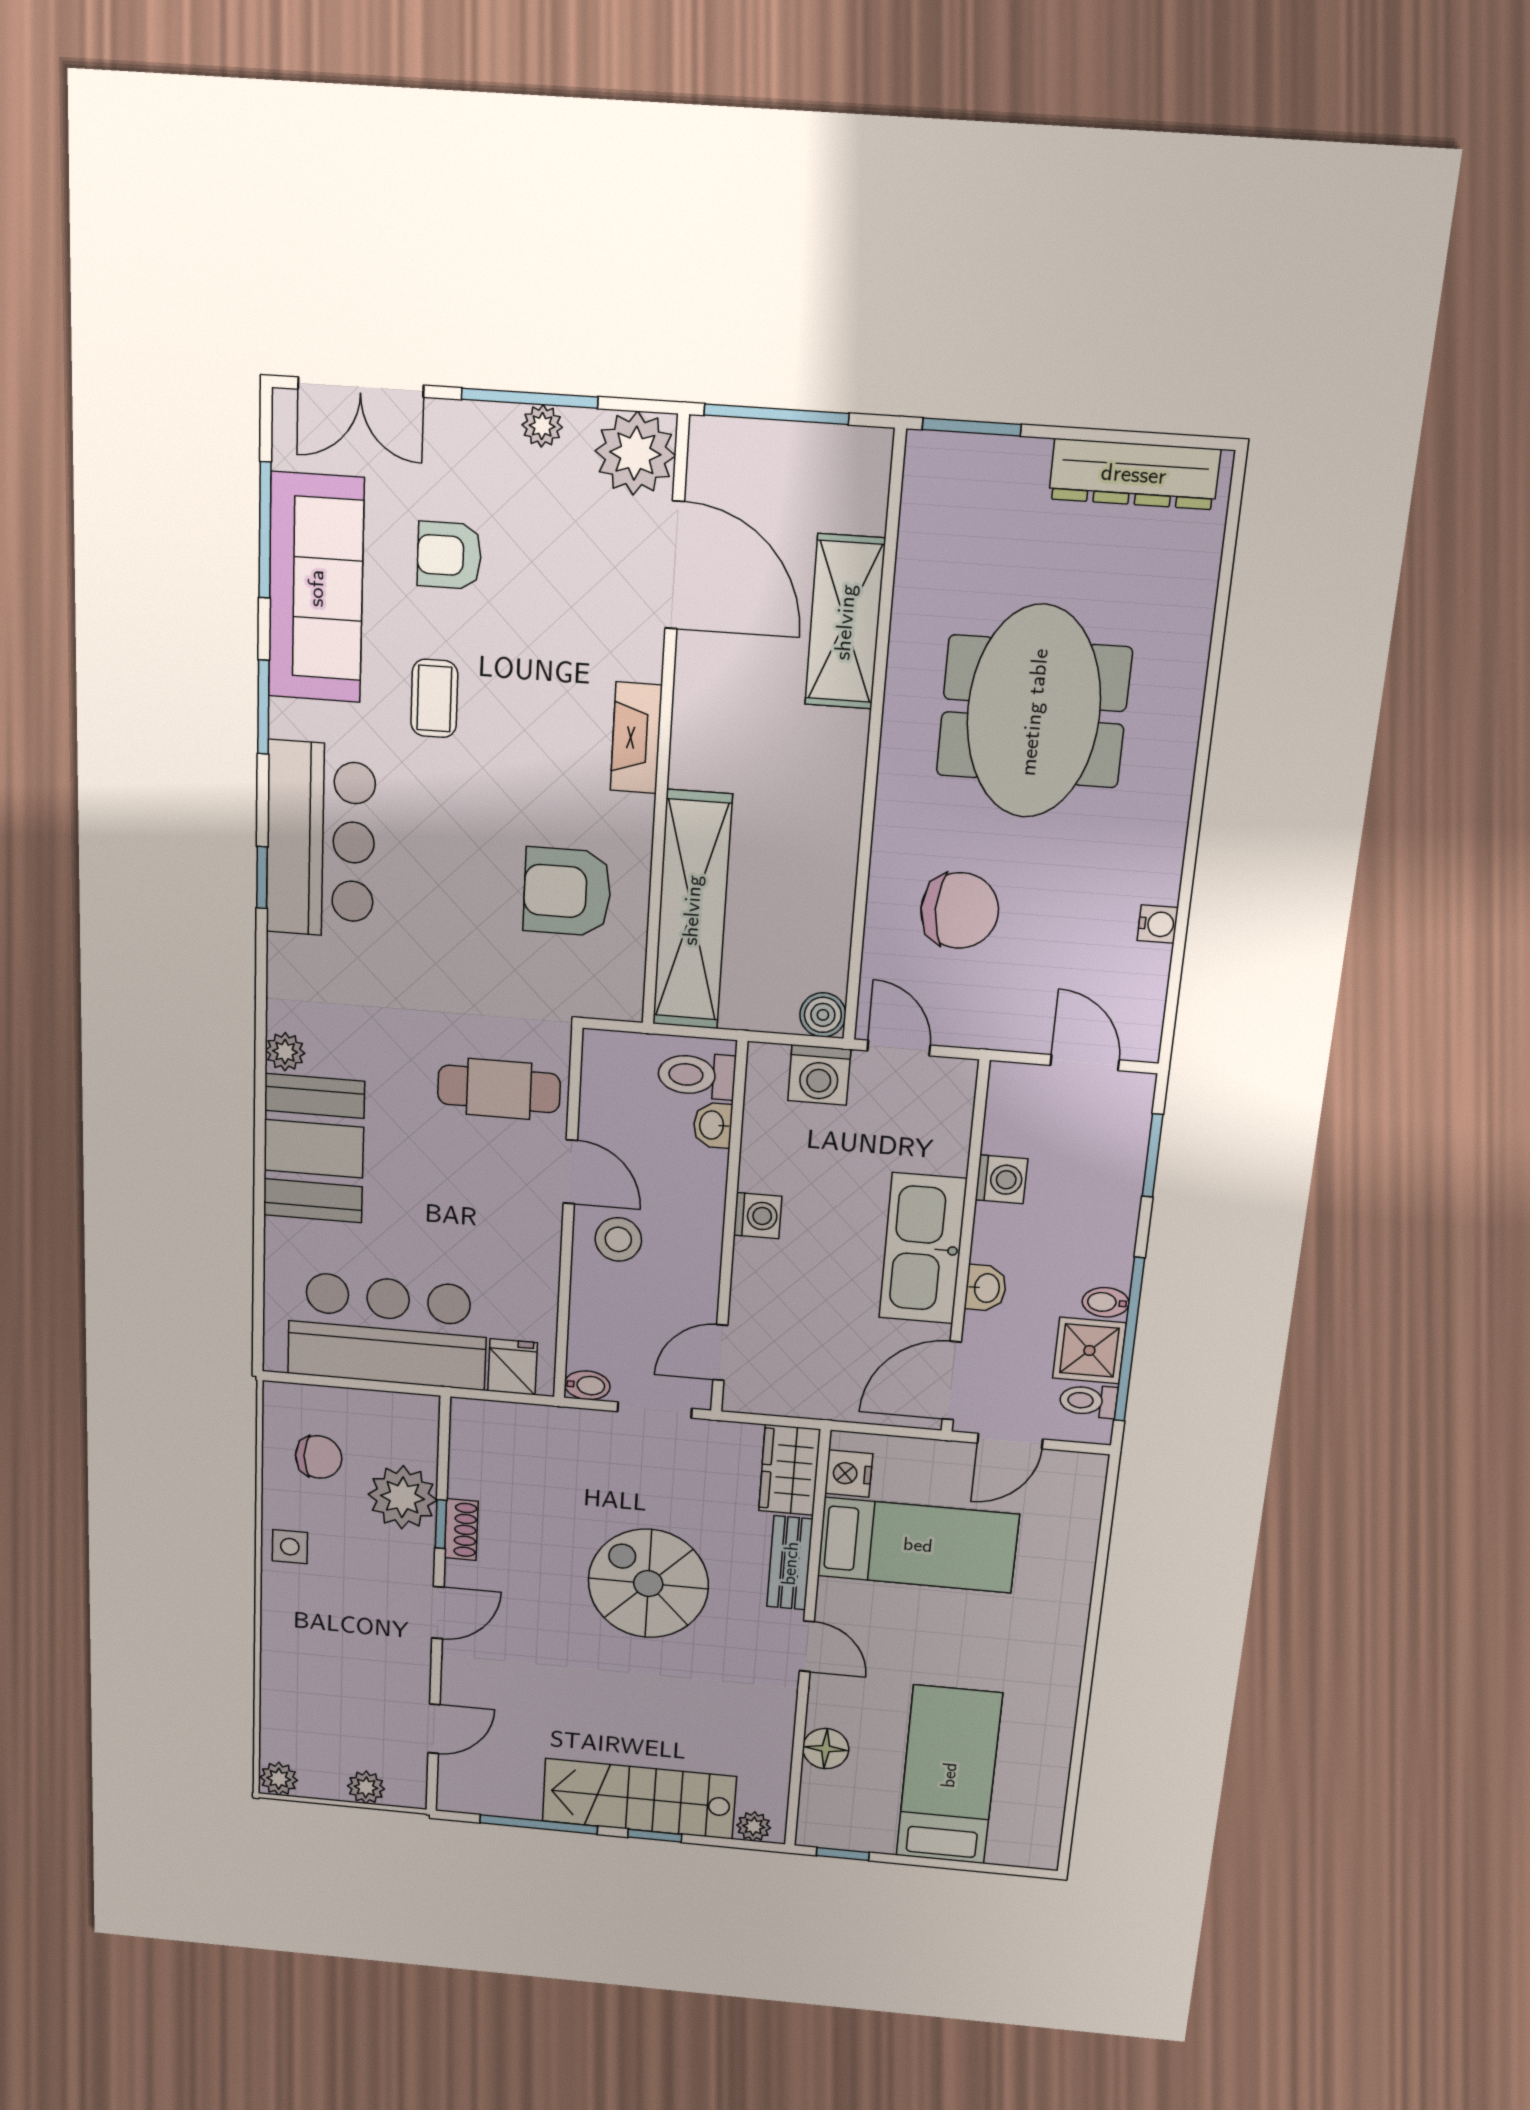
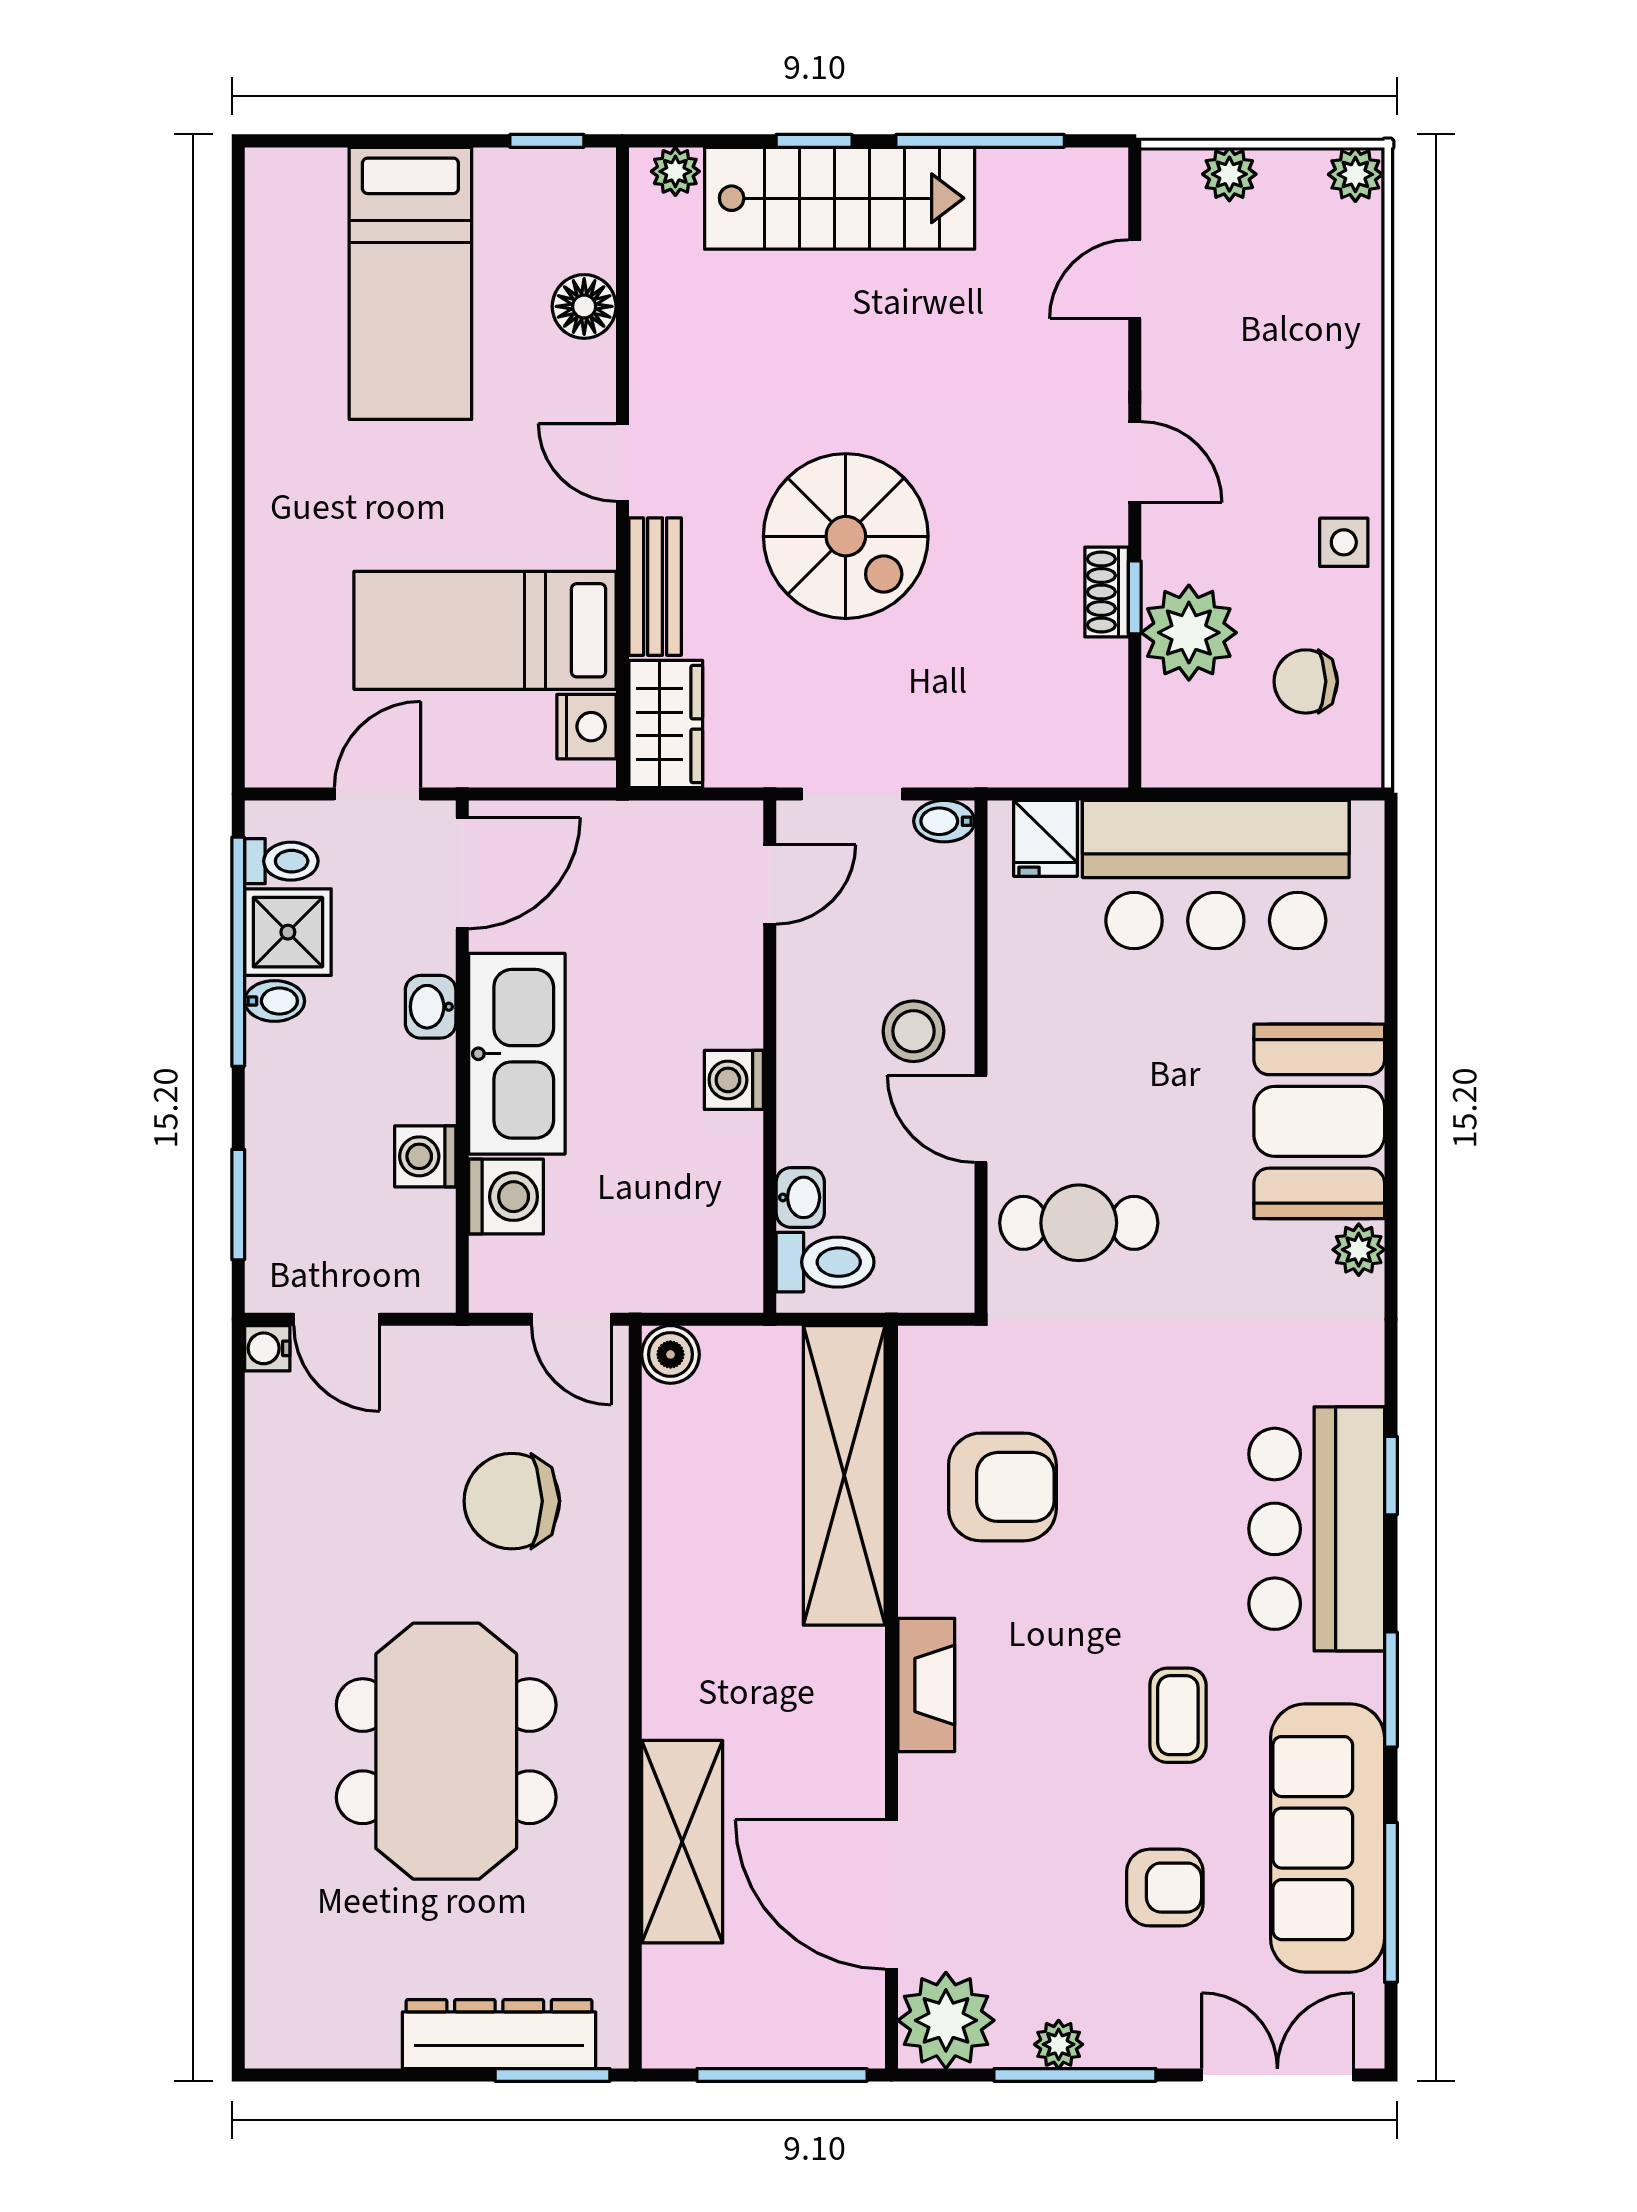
dresser: (1134, 474) -> (499, 2034), moved
water cooler: (1158, 924) -> (267, 1348), moved
washing machine: (819, 1075) -> (506, 1197), moved, turned 90
door: (438, 1613) -> (1135, 462), swing flipped

